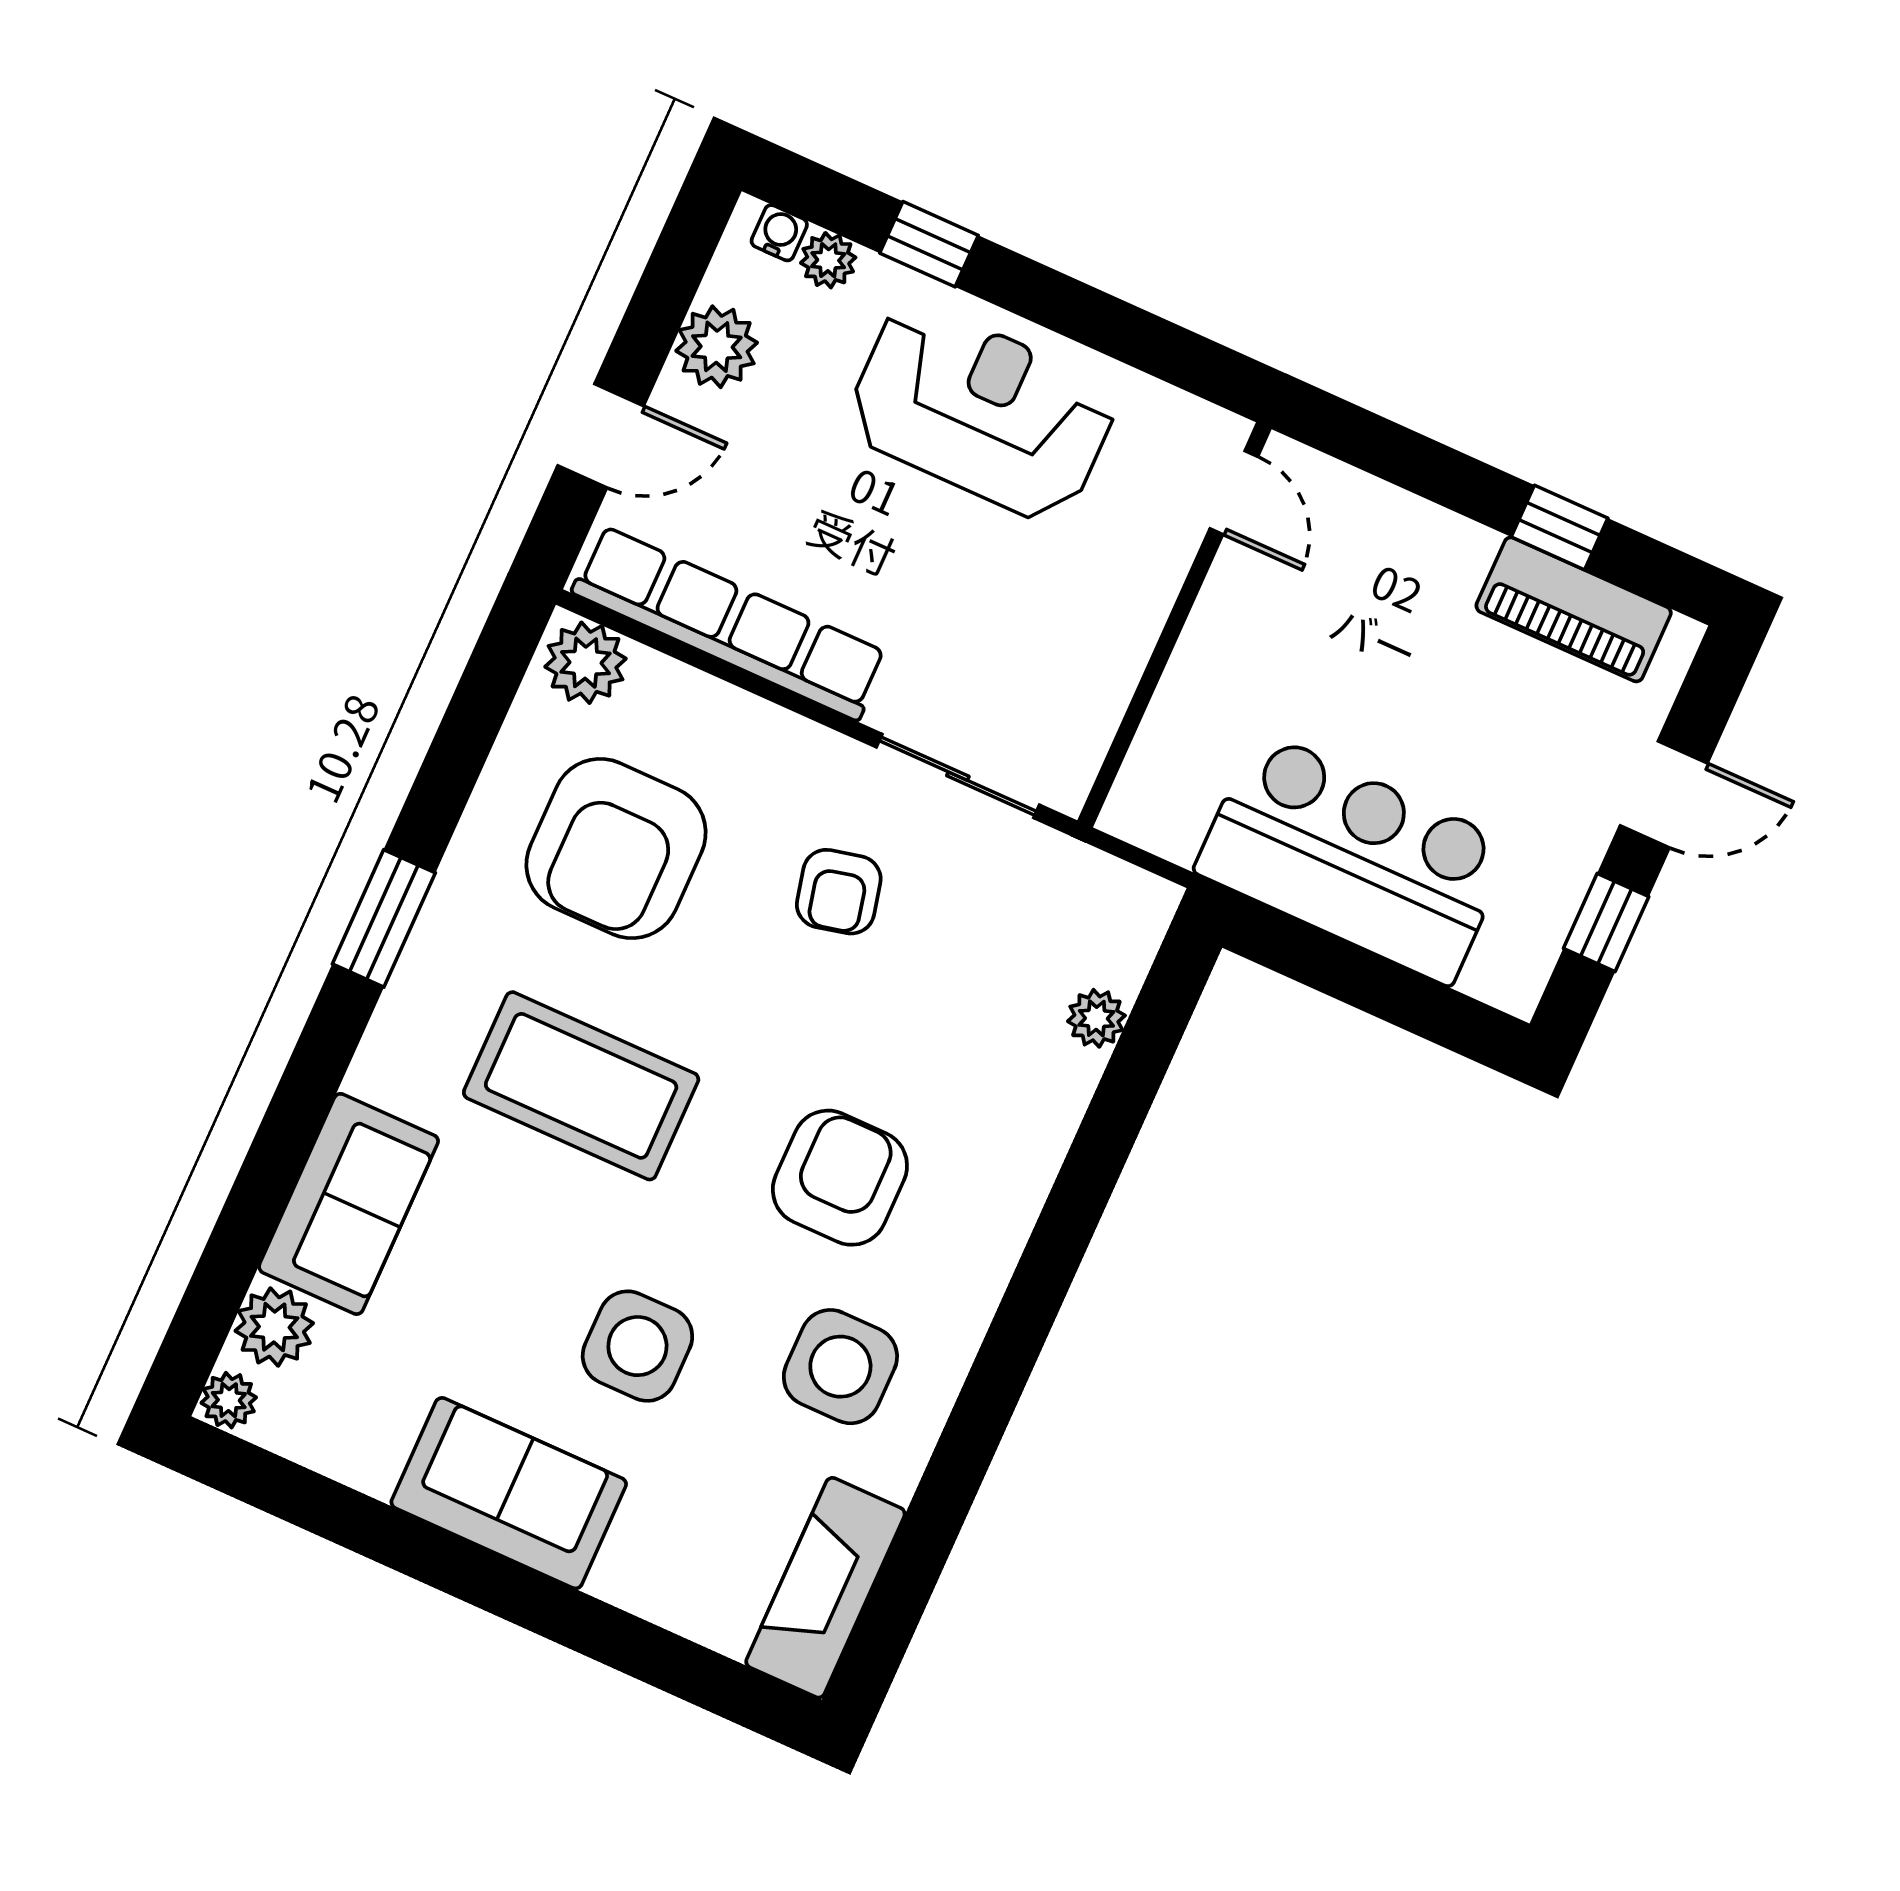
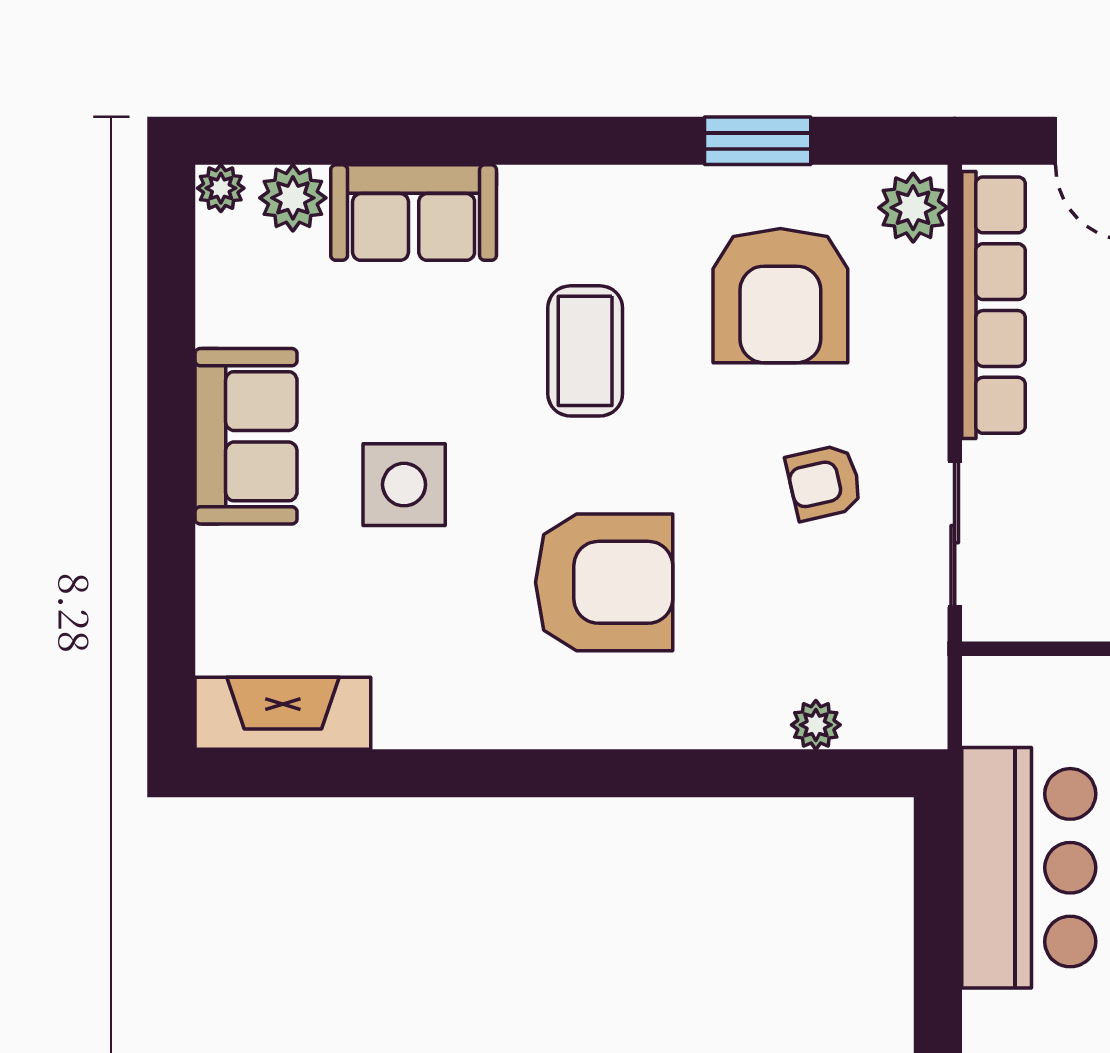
armchair: (616, 848) -> (780, 296), turned -90
window: (384, 918) -> (758, 141), moved
coffee table: (581, 1086) -> (585, 351), width x0.73, depth x0.76
armchair: (840, 1178) -> (604, 582), width x1.36, depth x1.36
side table: (840, 1367) -> (459, 648), removed

